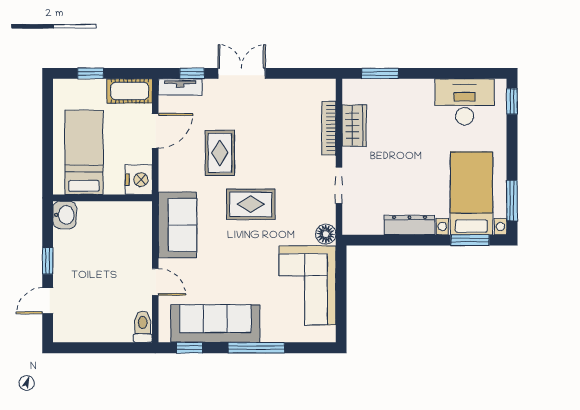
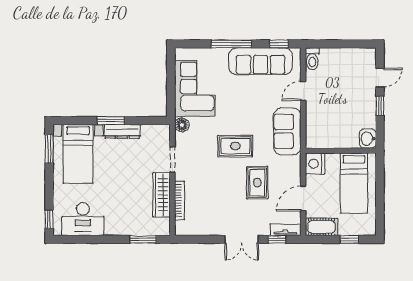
wardrobe: (354, 126) -> (162, 195), width x1.50
window: (470, 240) -> (111, 121), moved
door: (155, 282) -> (303, 91), hinge flipped

